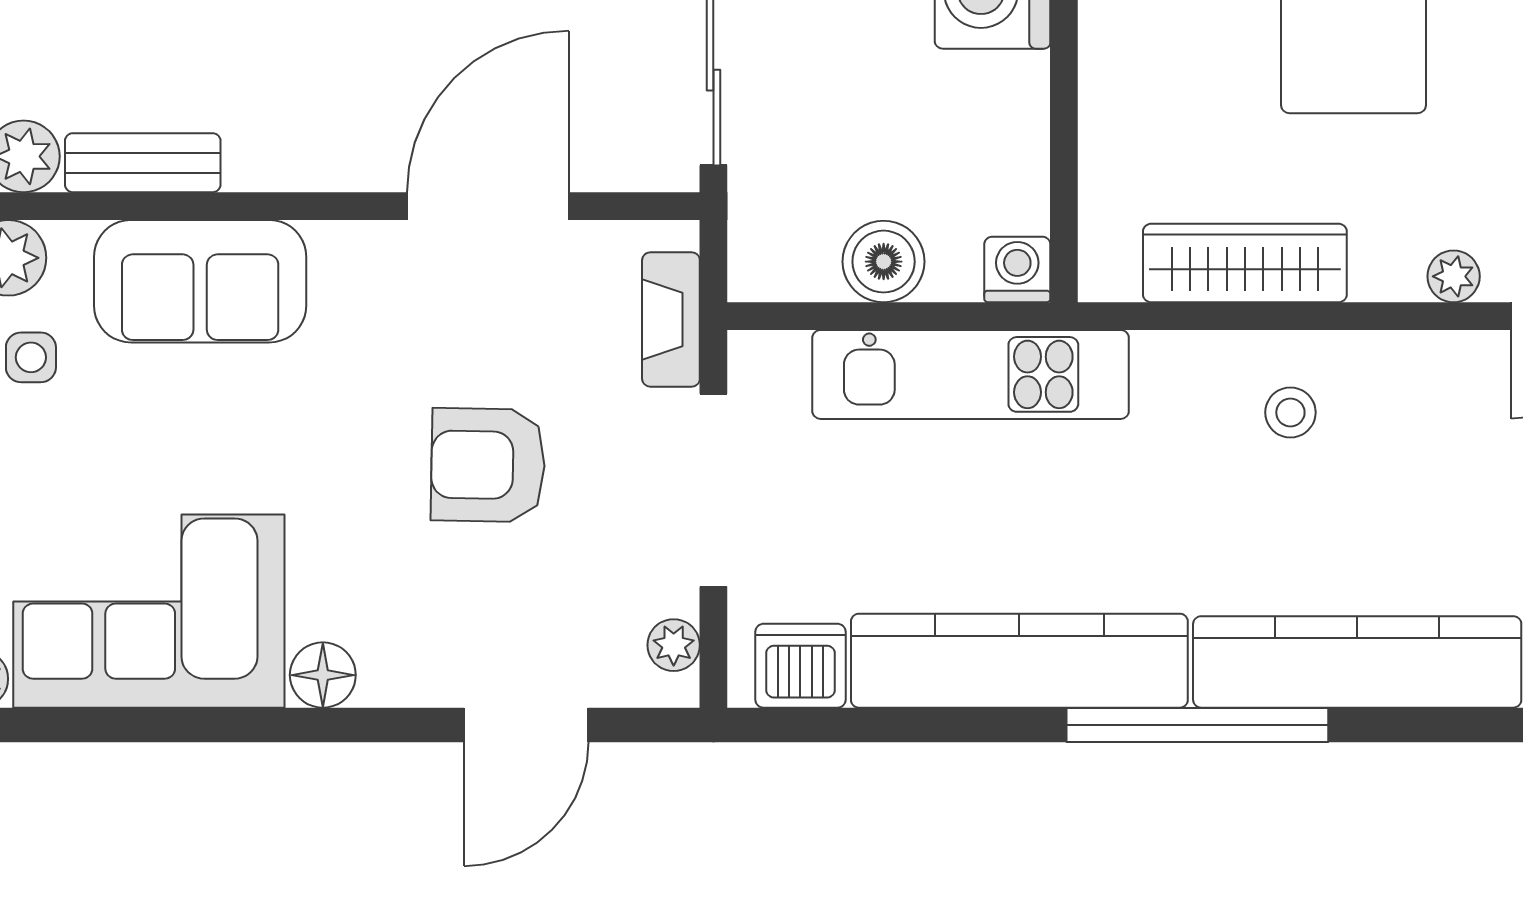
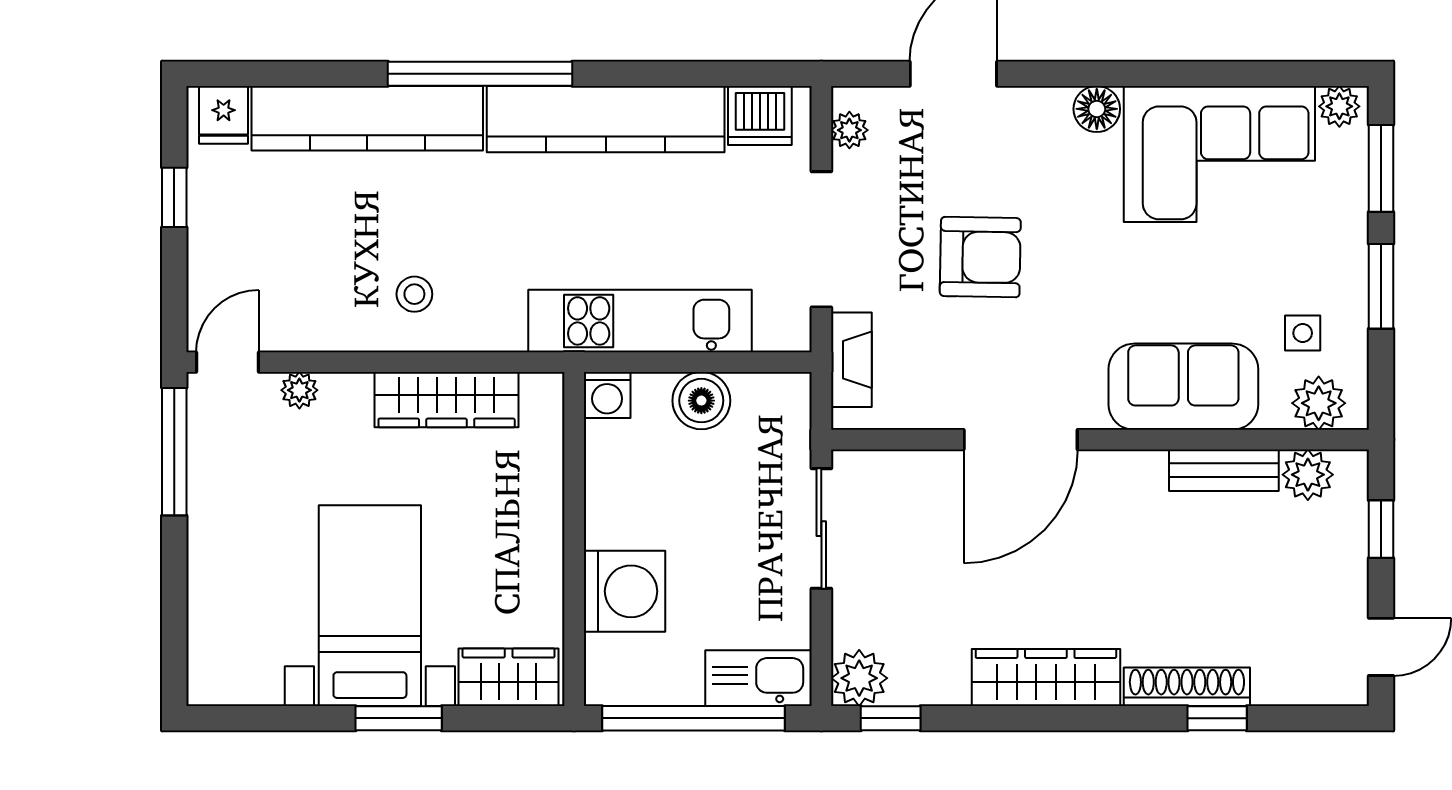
door: (488, 206) -> (1021, 440), moved

